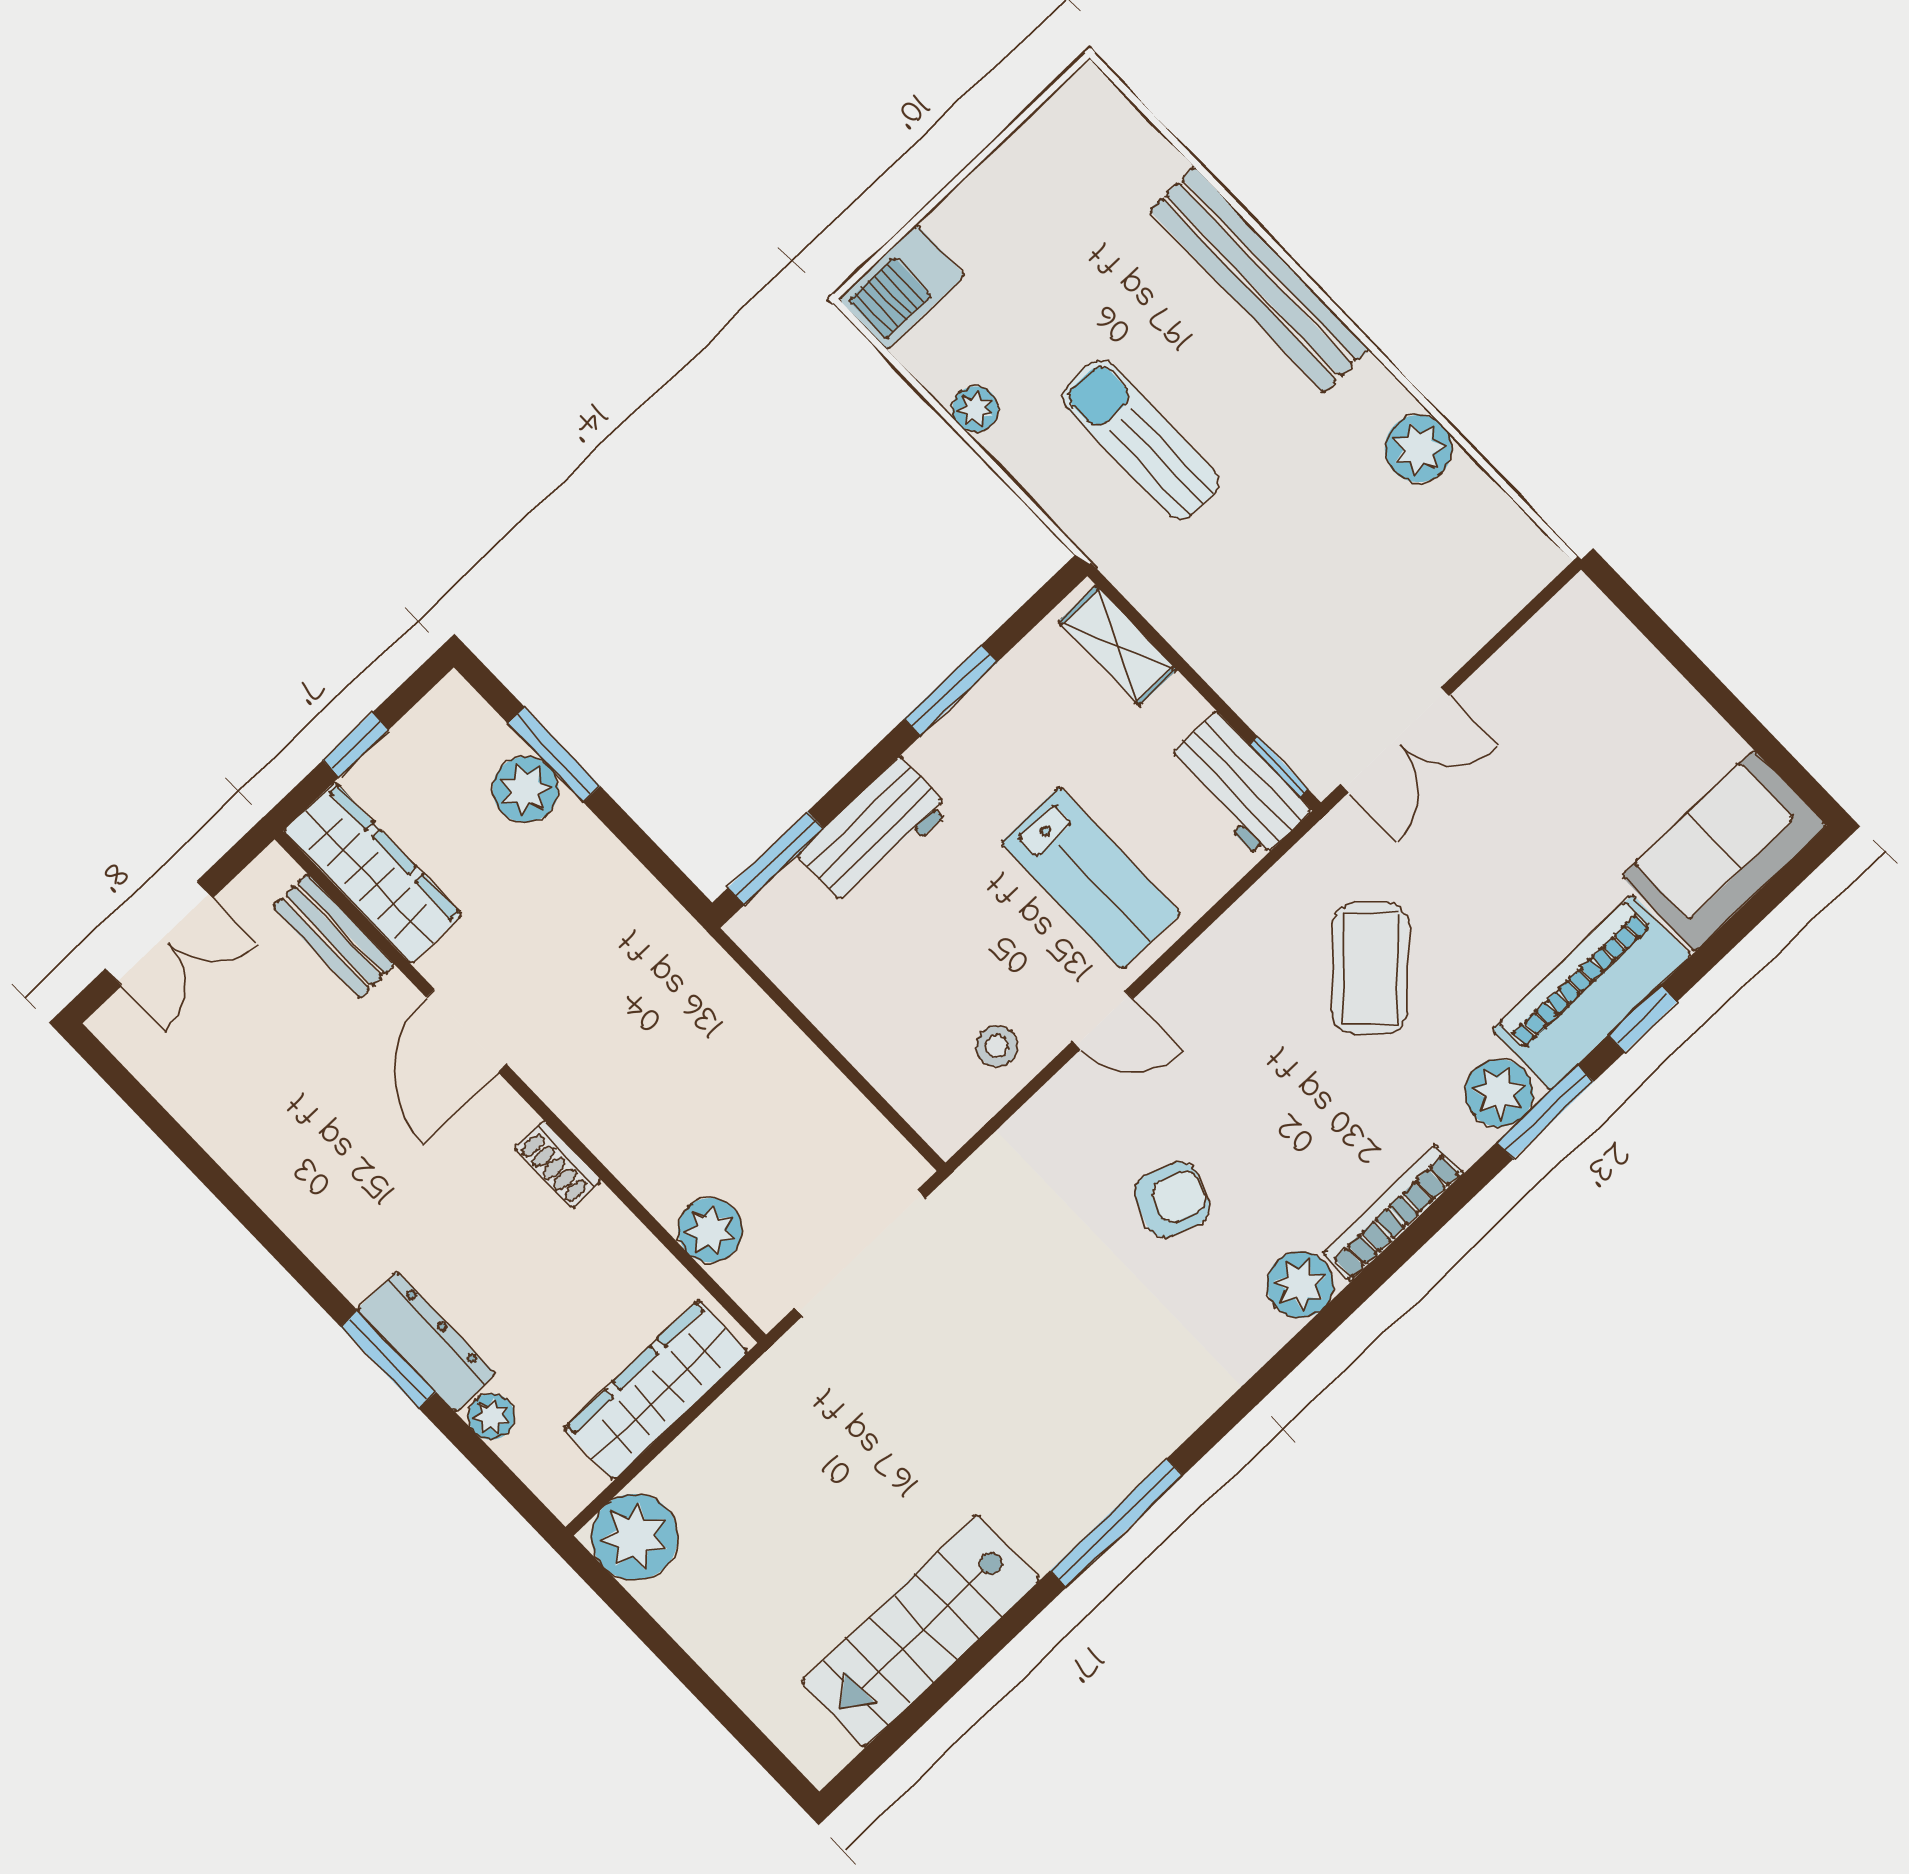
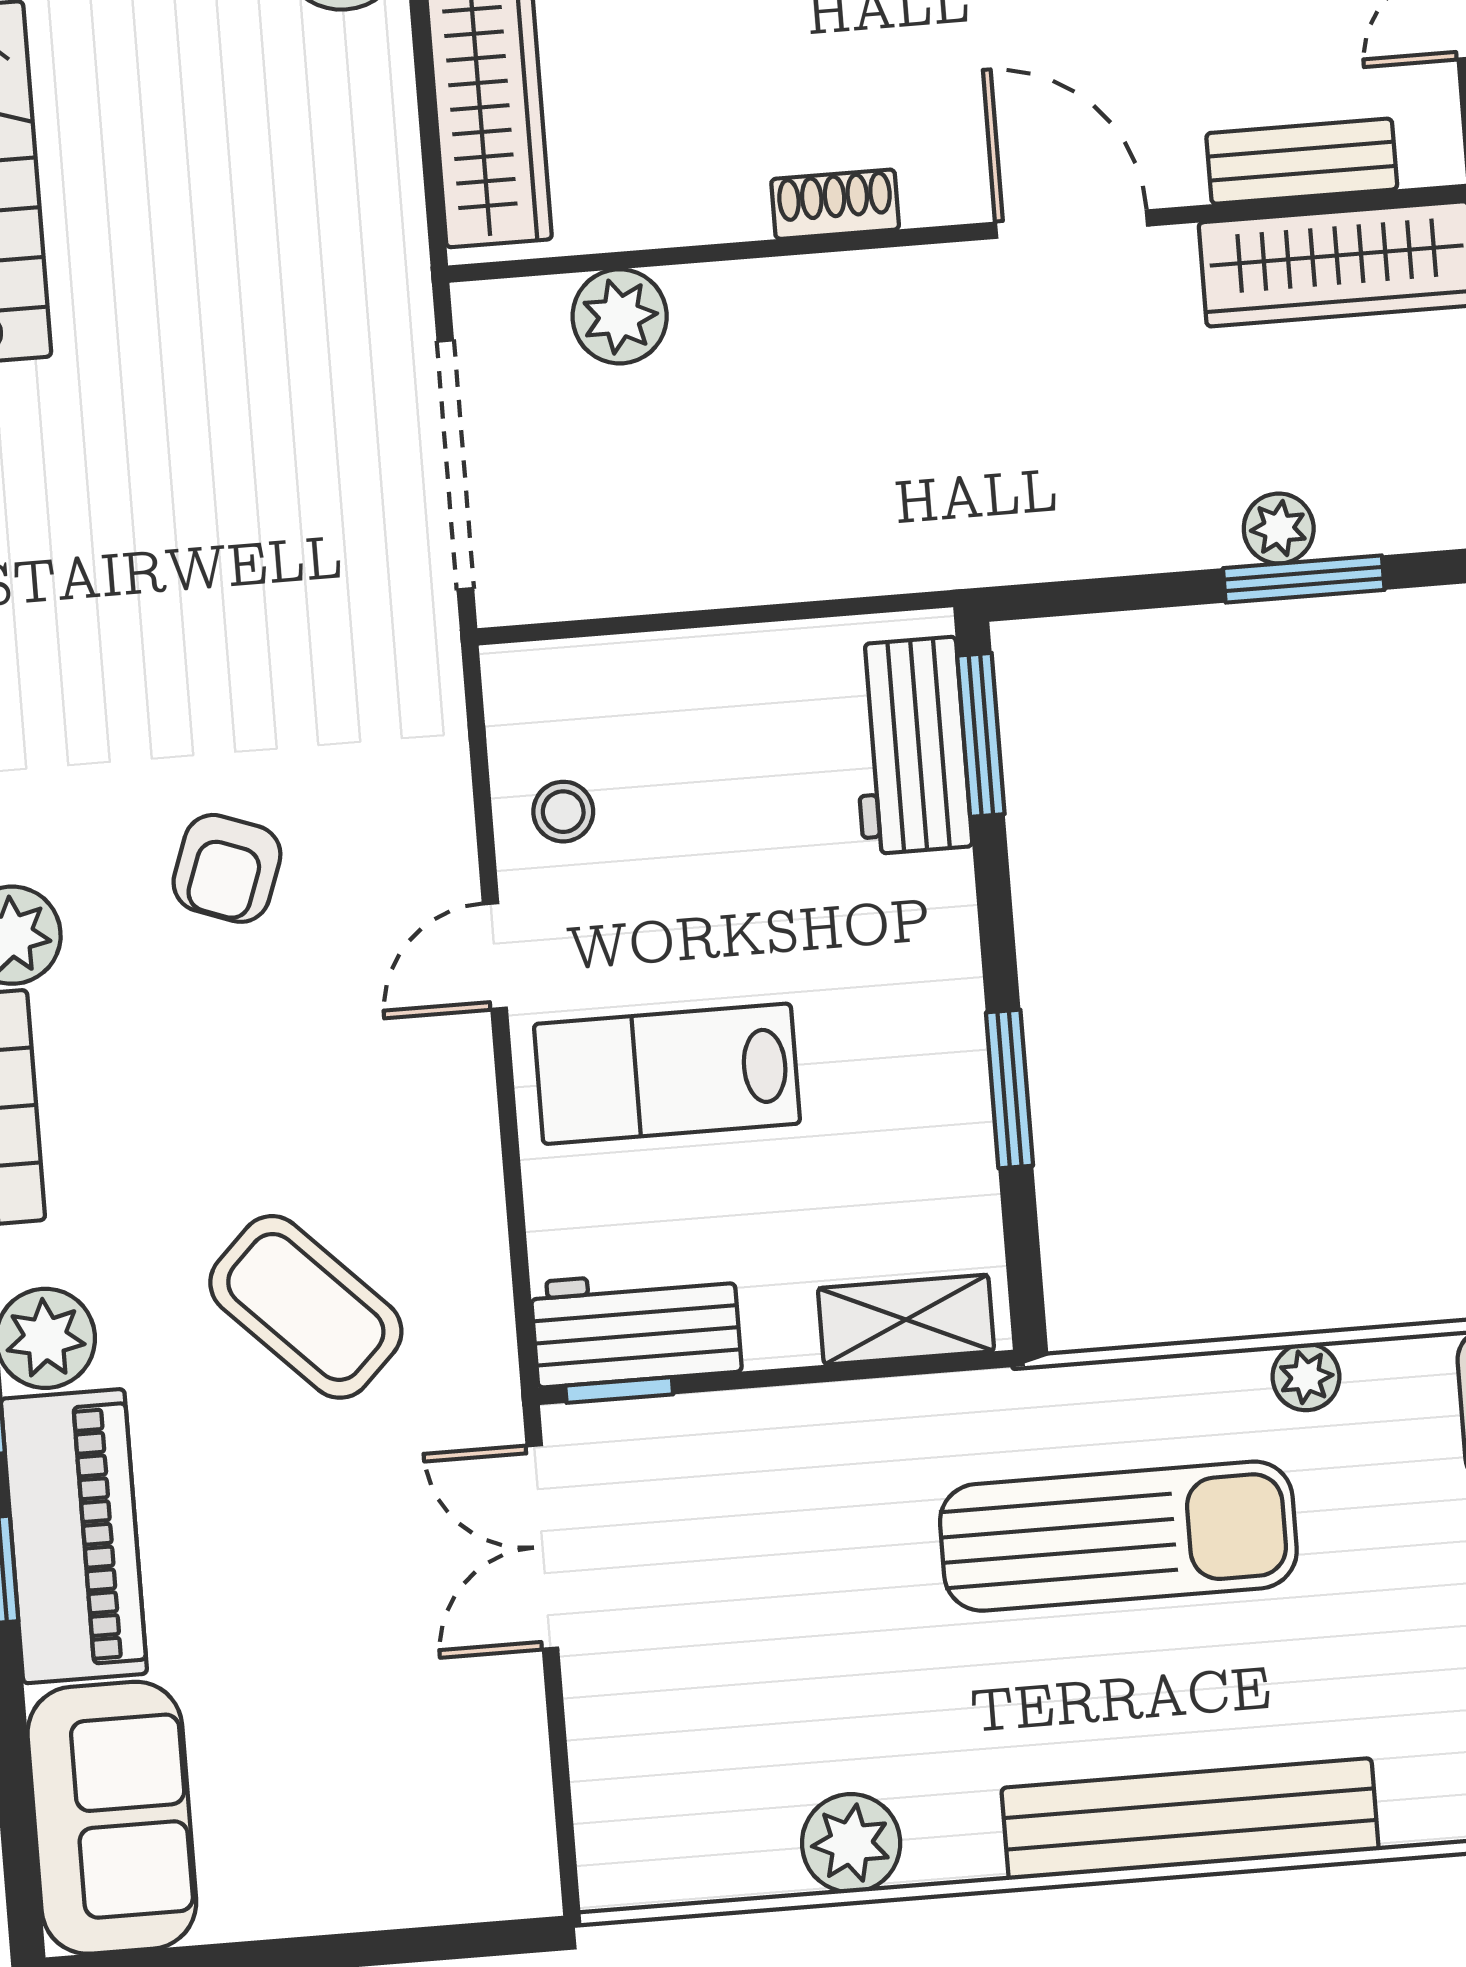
sun lounger: (1141, 440) -> (1118, 1536), width x1.36, depth x1.34
plant: (525, 789) -> (1279, 529), width x0.73, depth x0.73
workbench: (874, 832) -> (910, 746), moved

